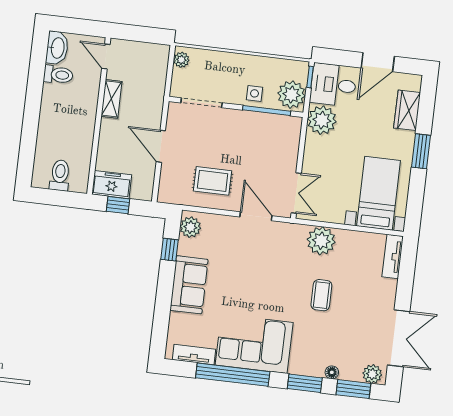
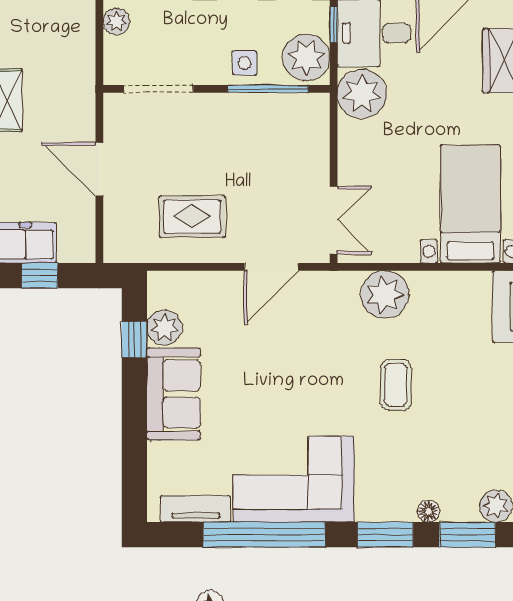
door: (256, 216) -> (271, 267), swing flipped
plant: (190, 227) -> (164, 328), moved

